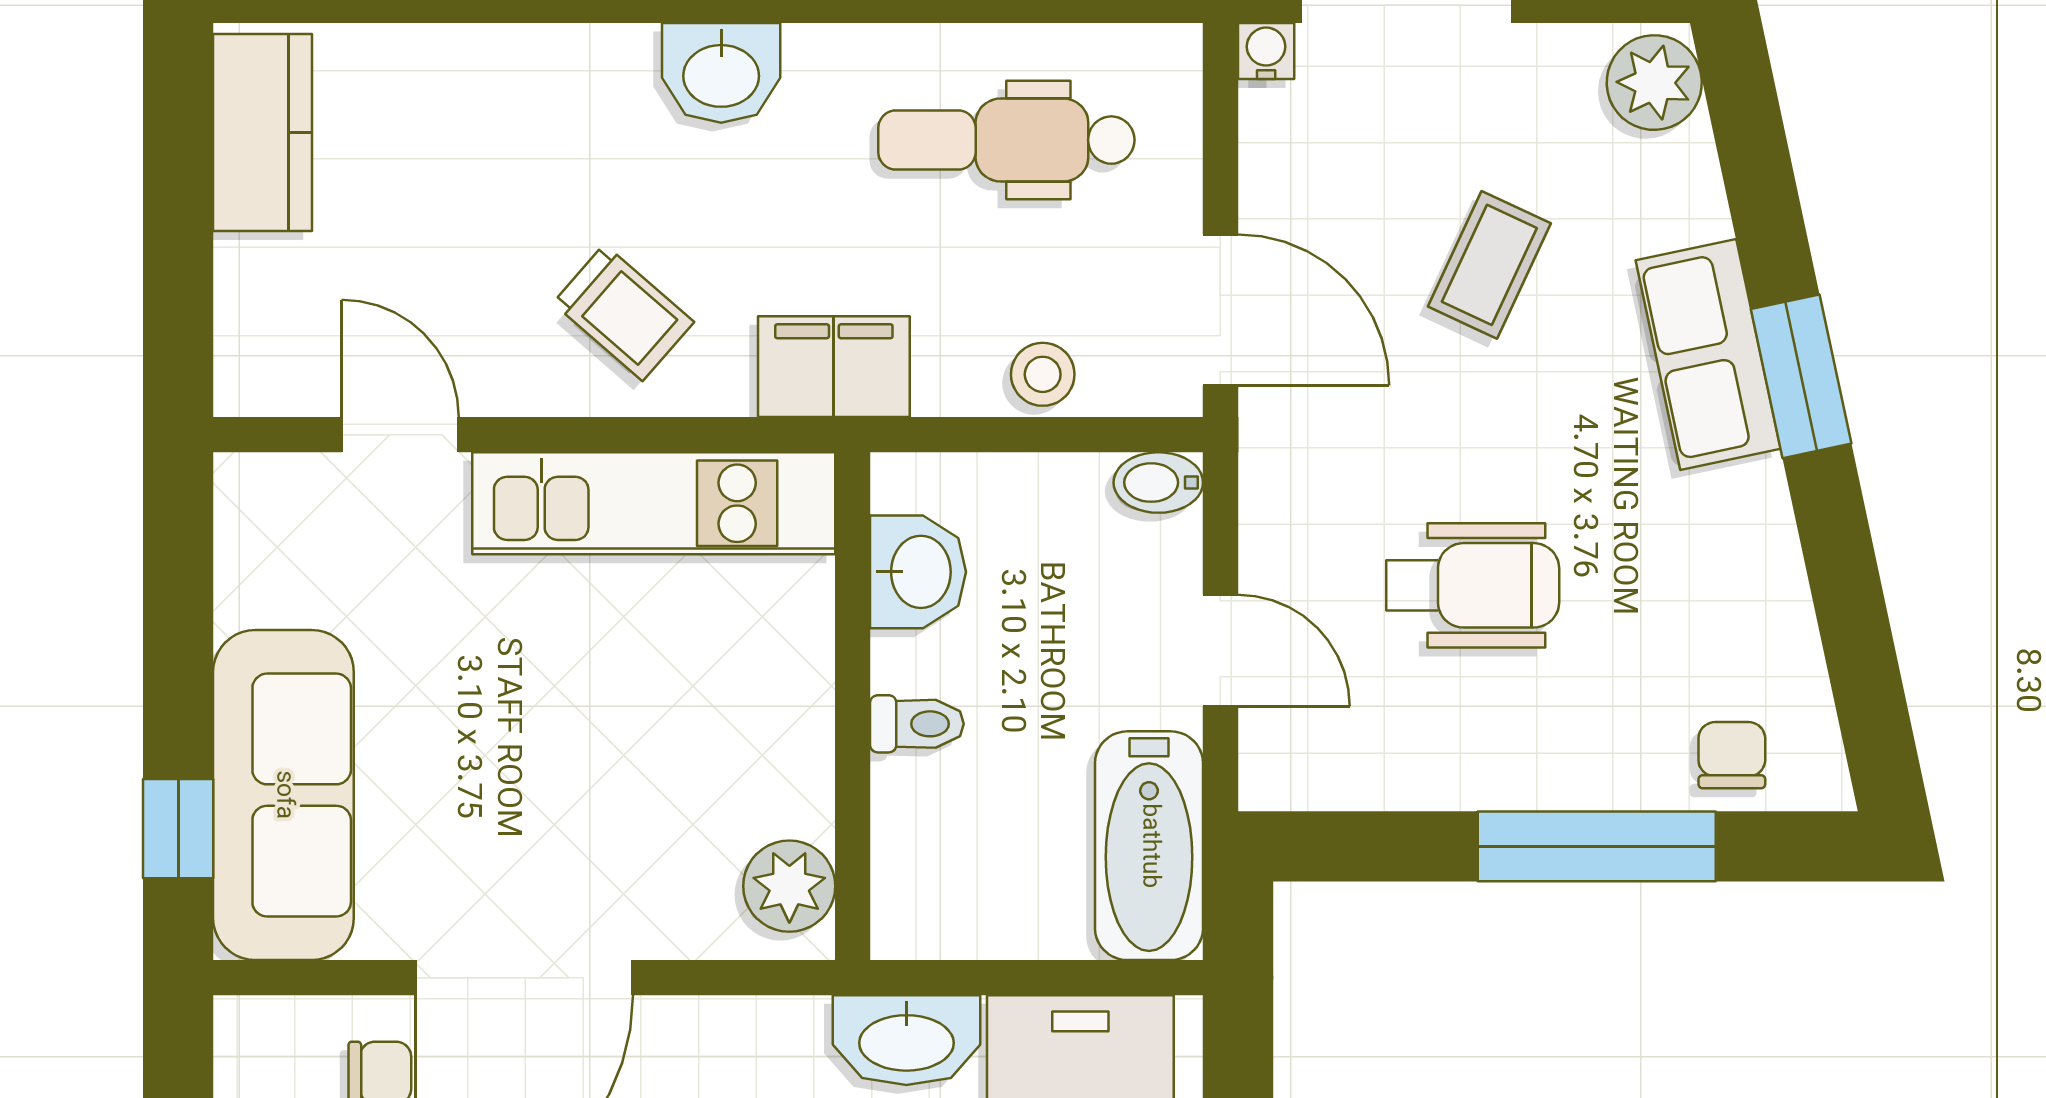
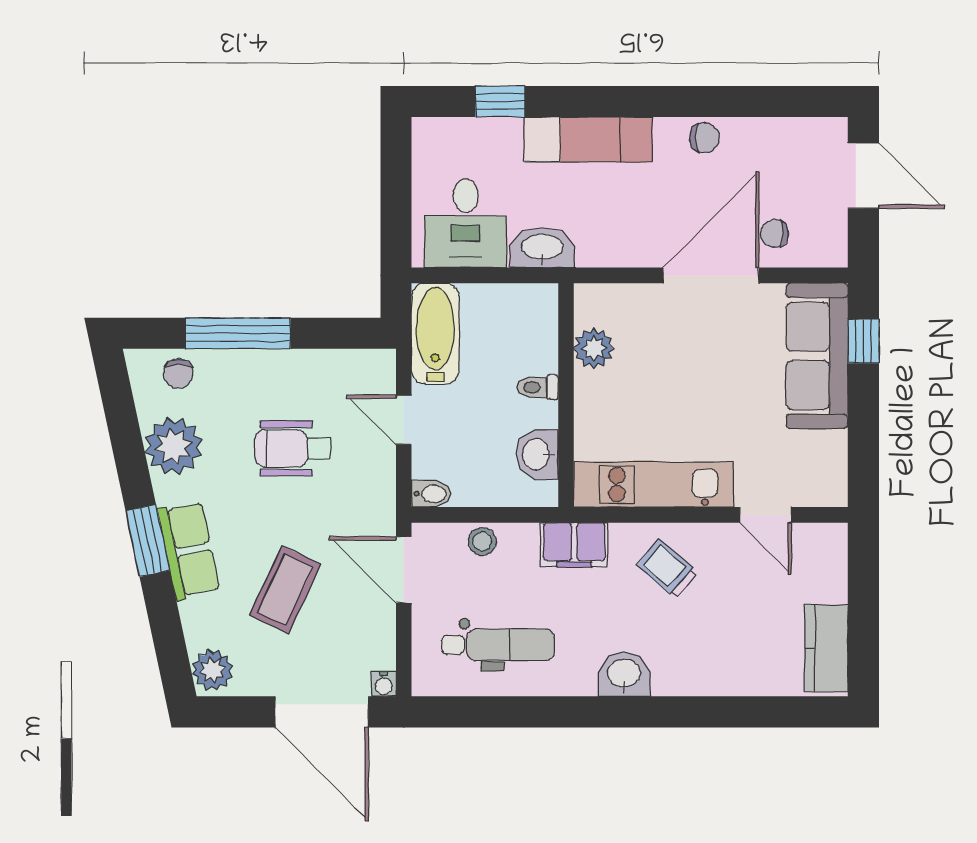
coffee table: (1489, 265) -> (285, 590), width x1.36, depth x1.30
plant: (1742, 590) -> (174, 446), added
plant: (789, 886) -> (594, 348), moved

